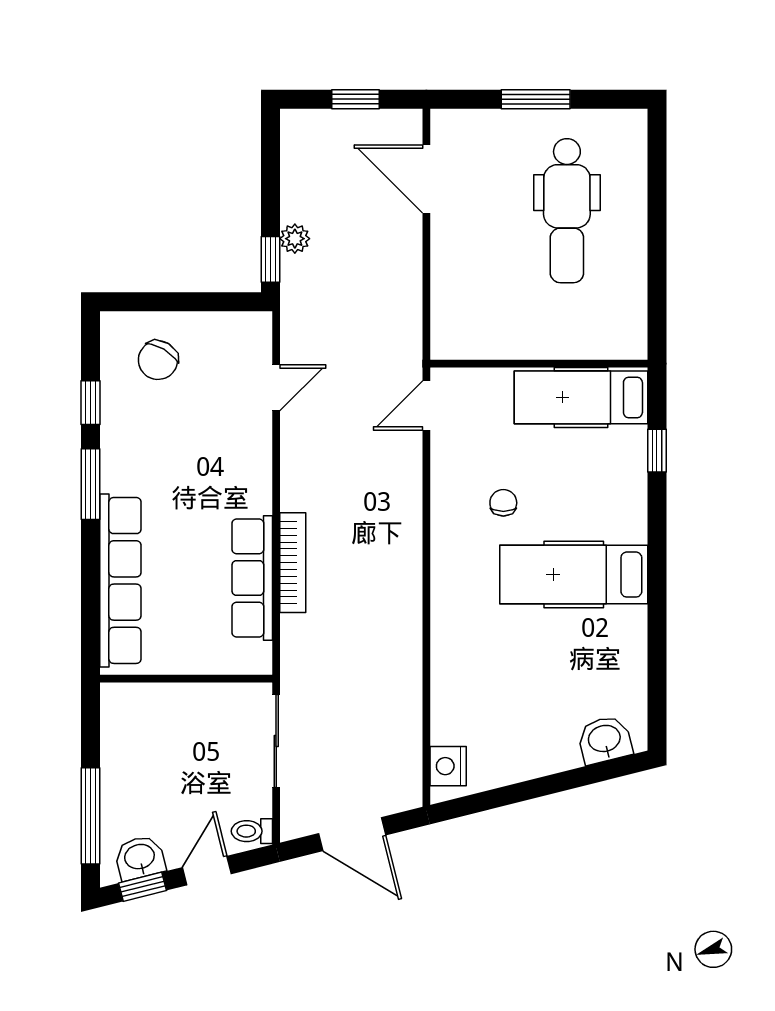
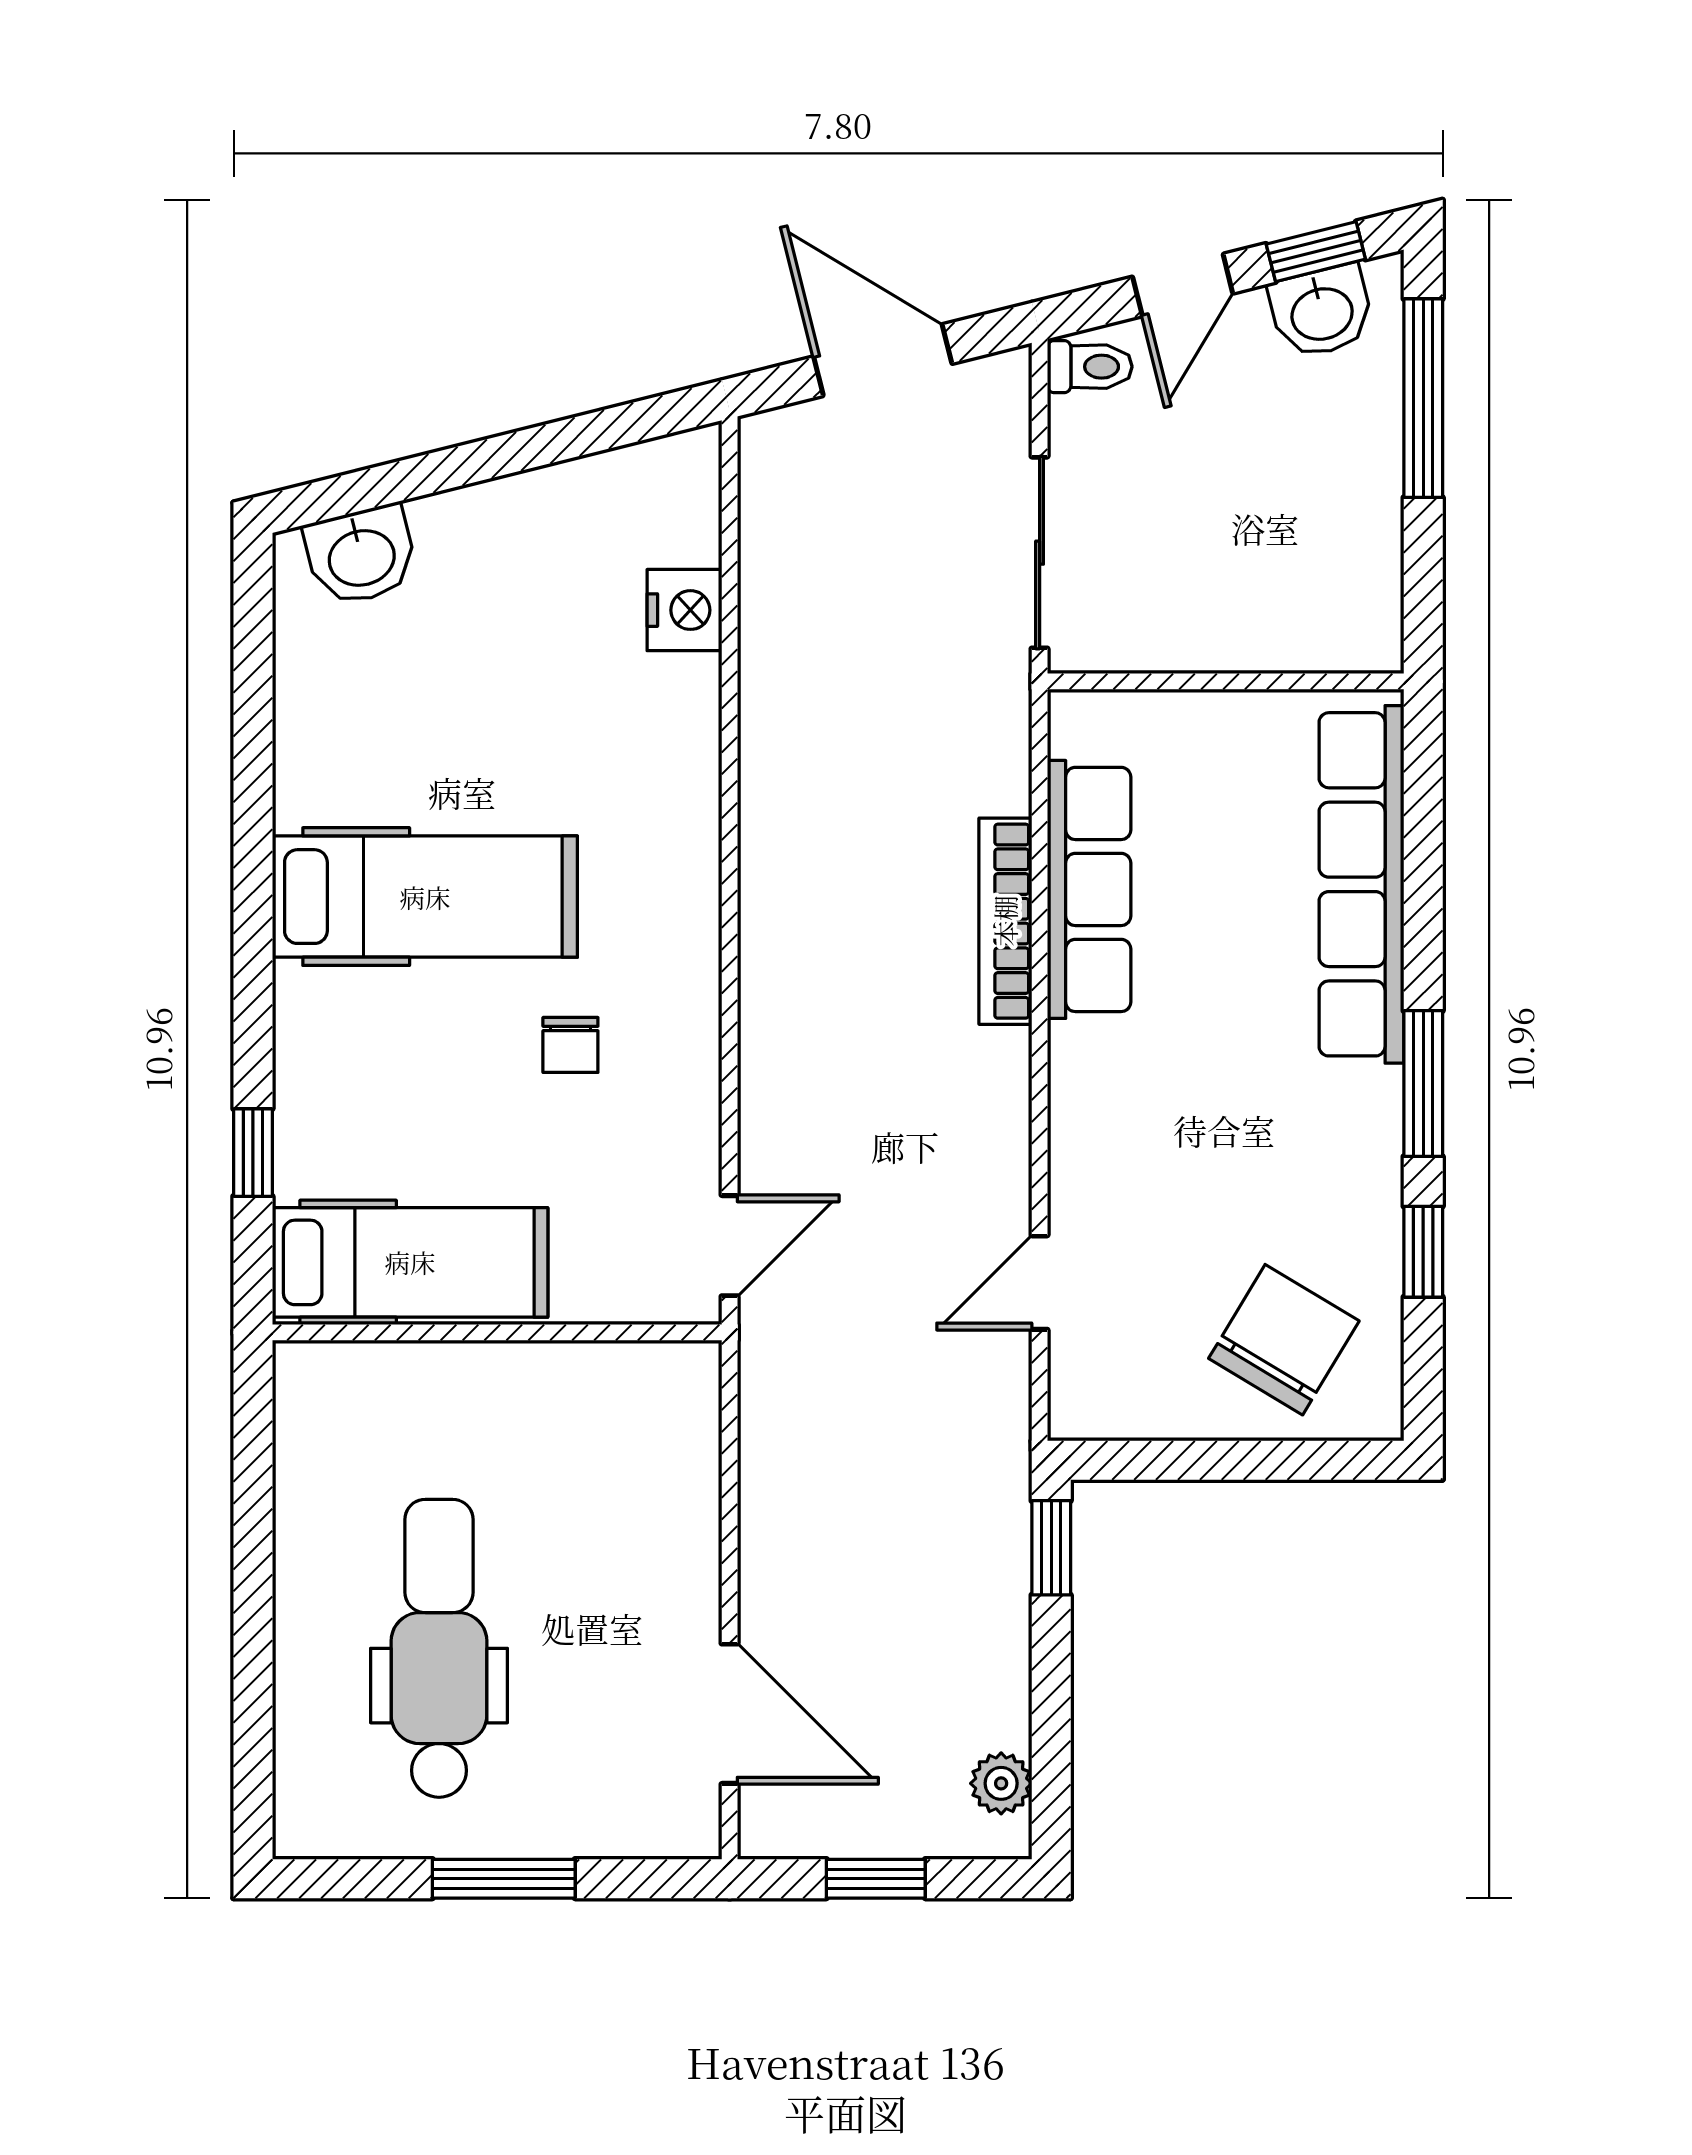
plant: (295, 239) -> (1001, 1783), moved
chair: (158, 360) -> (1284, 1340), width x1.37, depth x1.37
nightstand: (448, 766) -> (684, 610), moved

